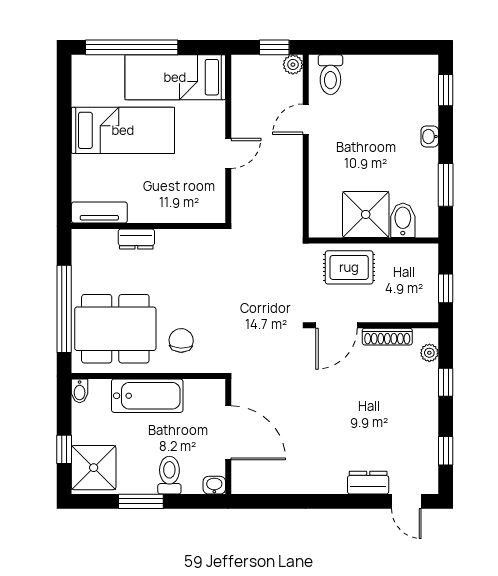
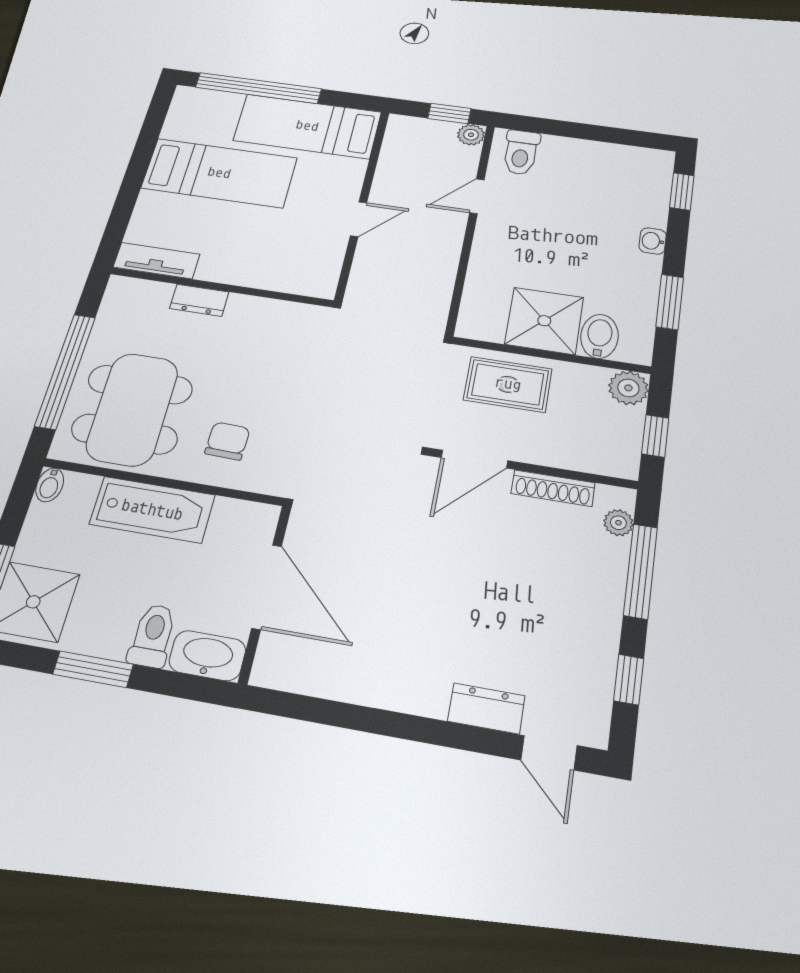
plant: (425, 256) -> (628, 388), added
dining table: (115, 329) -> (132, 409), turned 90
window: (446, 382) -> (641, 571), width x2.17
washbasin: (214, 485) -> (207, 656), width x1.91, depth x1.45

